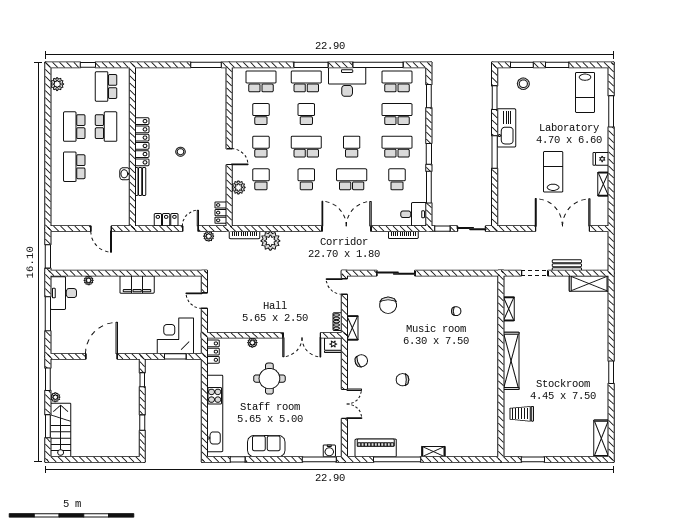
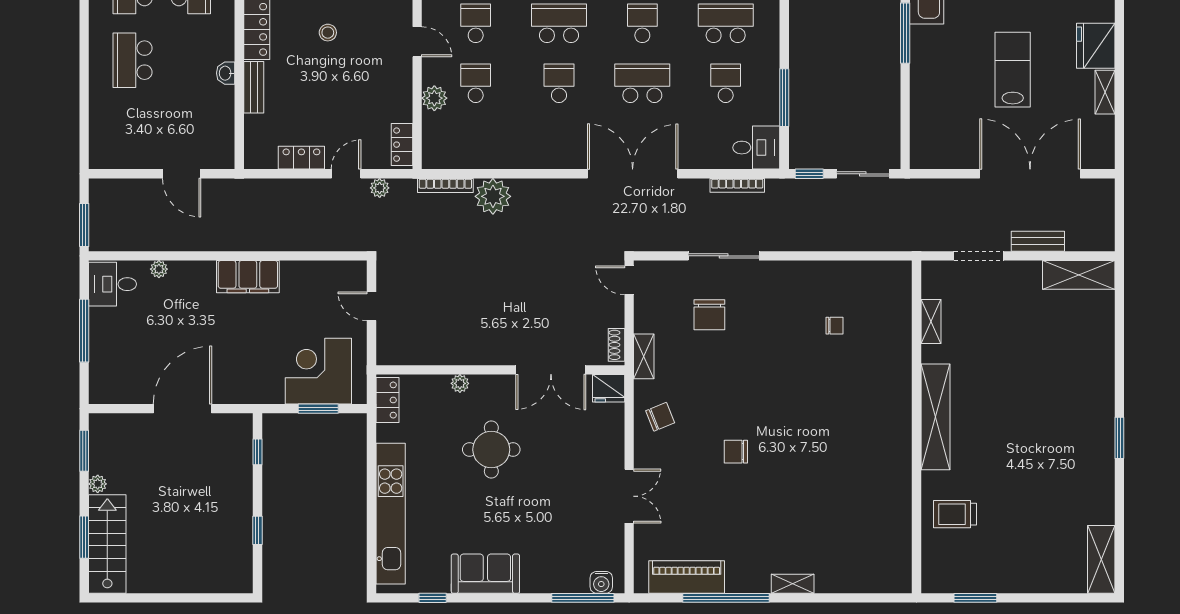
window: (429, 154) -> (784, 37), removed
fridge: (601, 159) -> (1096, 46), width x1.88, depth x1.34
desk: (63, 293) -> (113, 284), width x0.73

